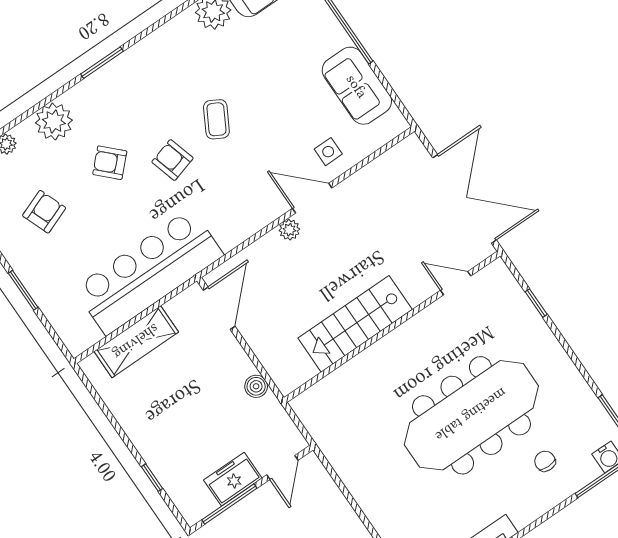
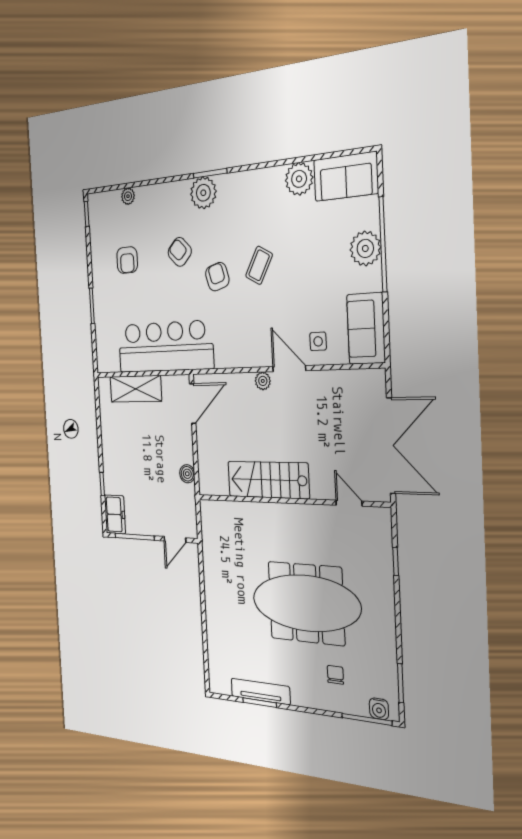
plant: (326, 35) -> (365, 248), added
sofa: (357, 86) -> (366, 329), moved
plant: (54, 122) -> (203, 193), moved
armchair: (44, 212) -> (127, 260), turned 111
freezer: (233, 479) -> (115, 514), moved, turned 90

